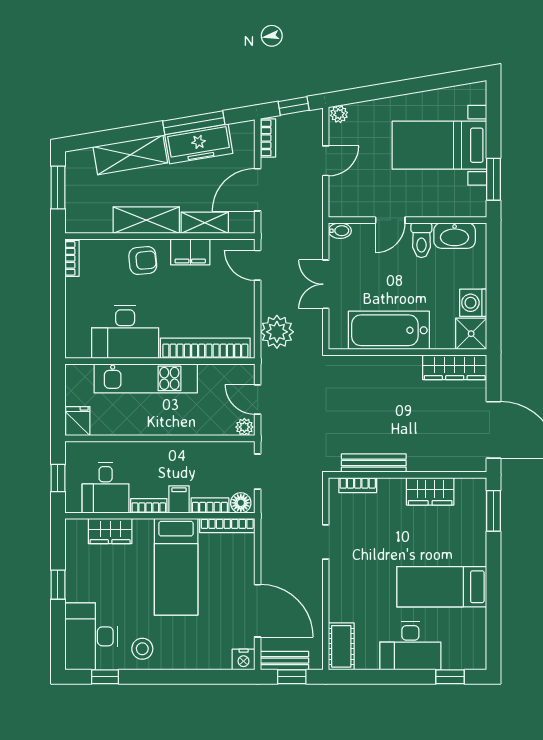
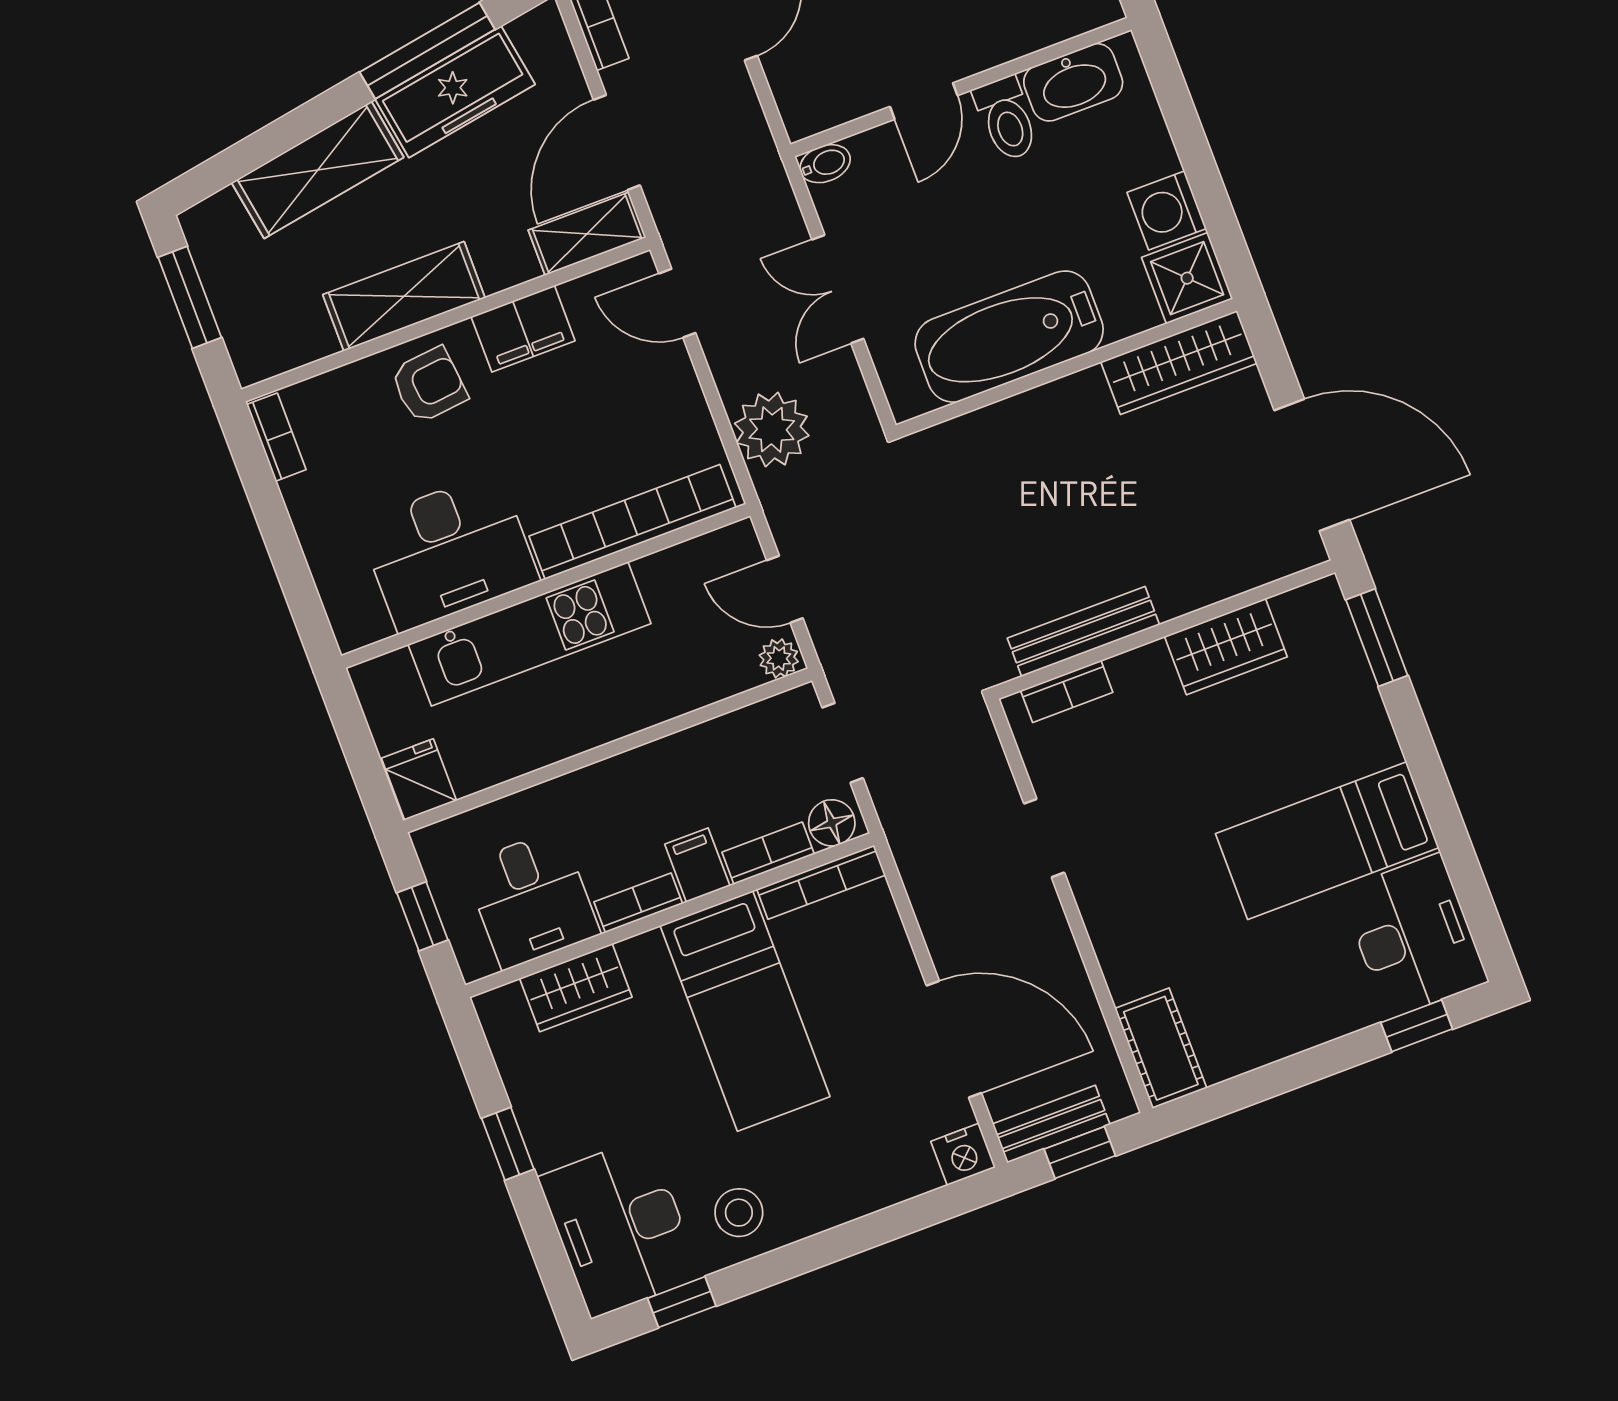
shelving: (205, 223) -> (587, 234), moved
desk: (410, 646) -> (1414, 936), moved, turned -90

